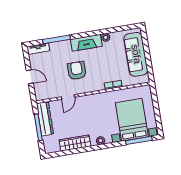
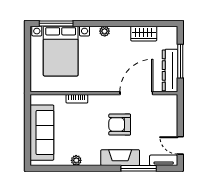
fireplace: (86, 43) -> (120, 158), moved
armchair: (77, 71) -> (120, 125), turned 90
door: (30, 77) -> (180, 145), moved
door: (68, 97) -> (136, 93), width x1.88
wardrobe: (75, 143) -> (144, 34), width x0.67

